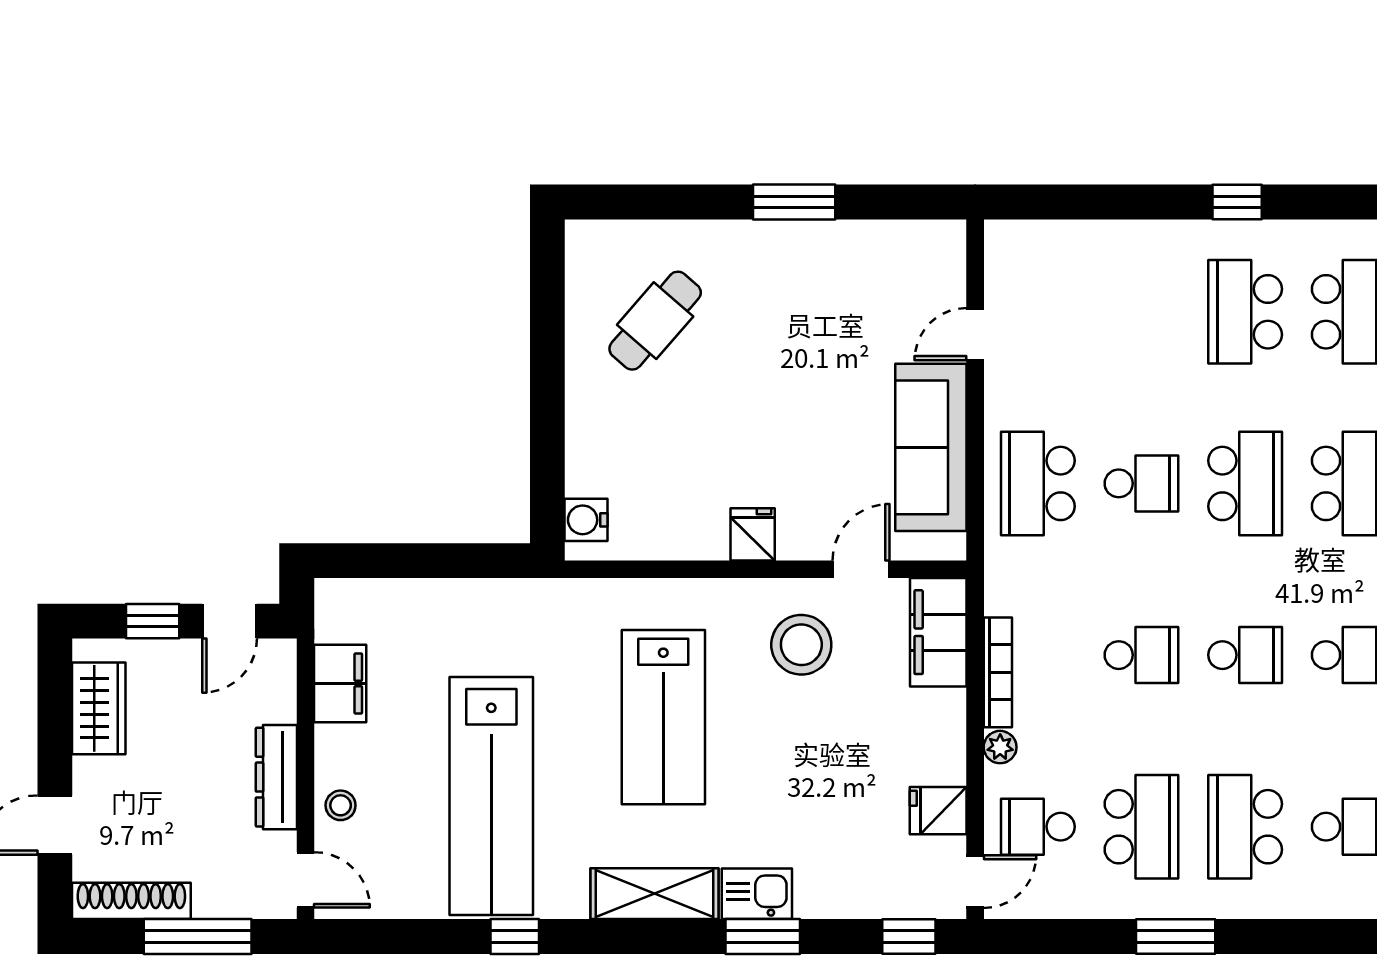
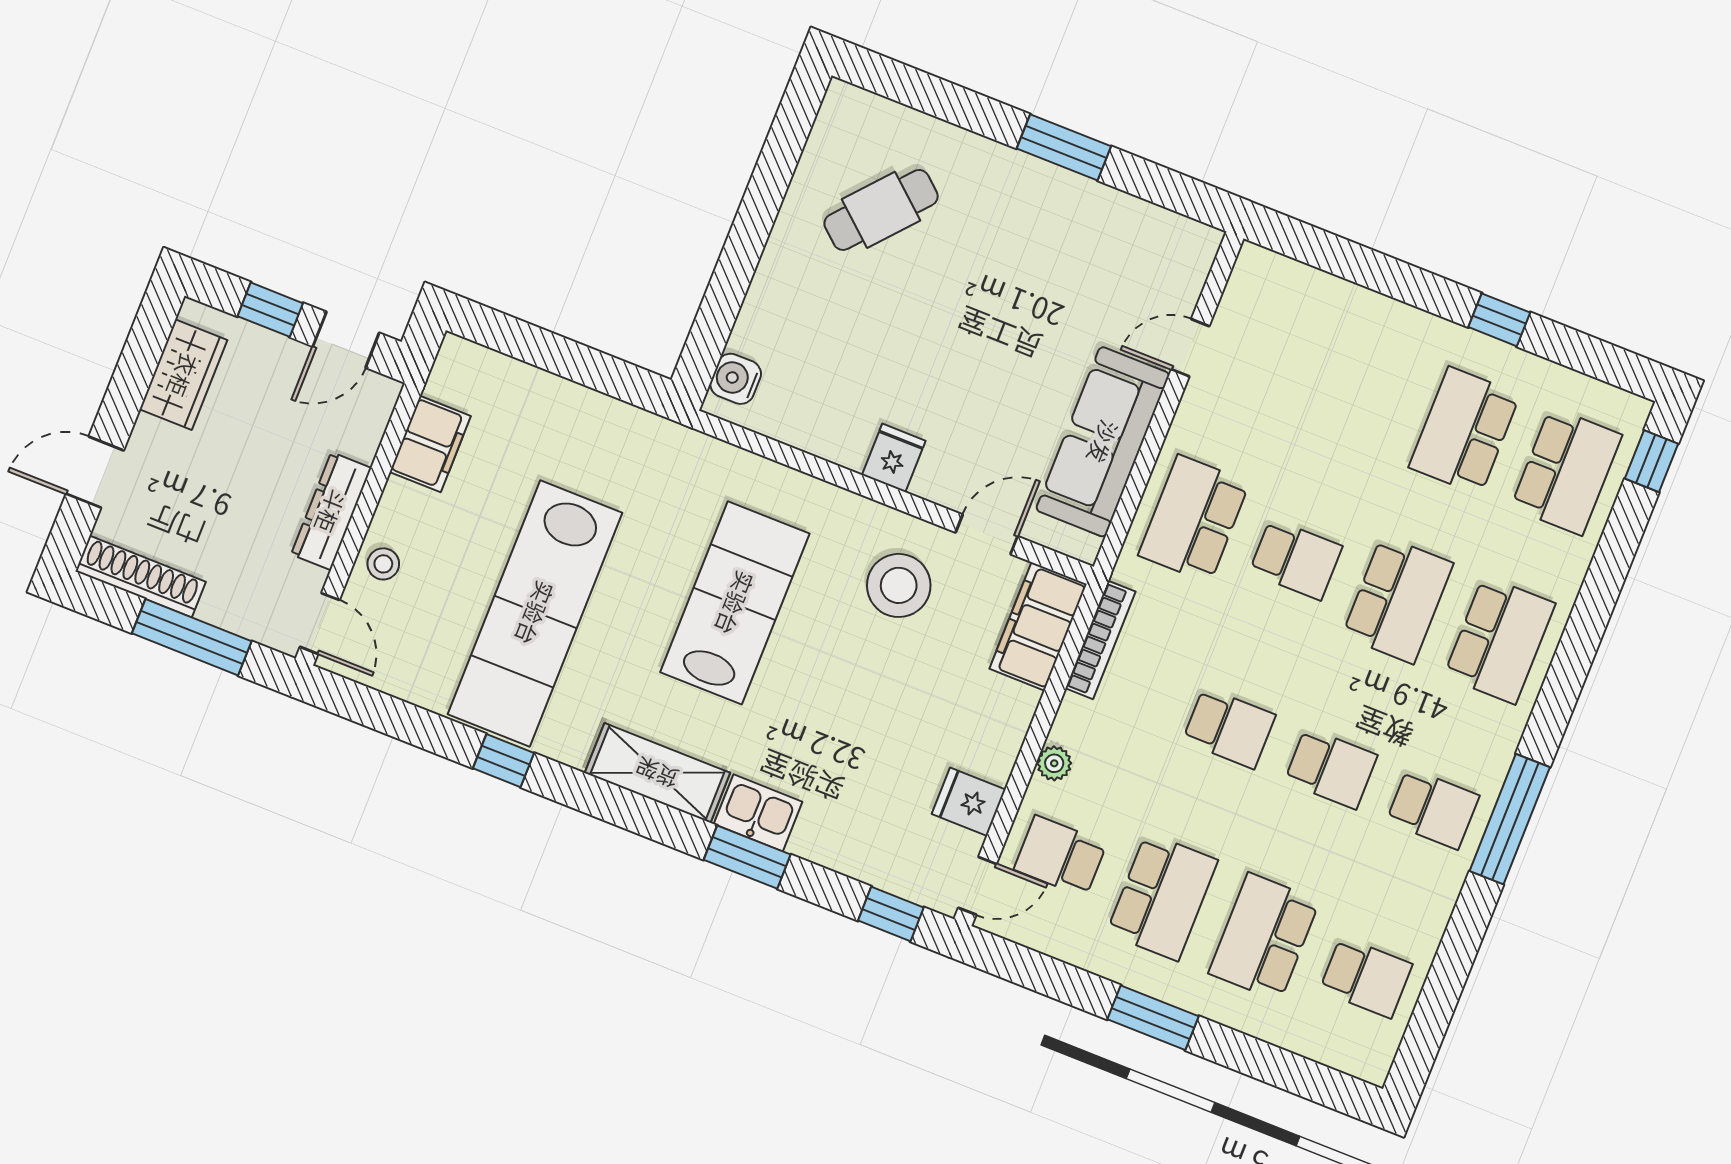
bookcase: (998, 672) -> (1100, 640), moved
lab bench: (663, 717) -> (735, 603), turned 180

